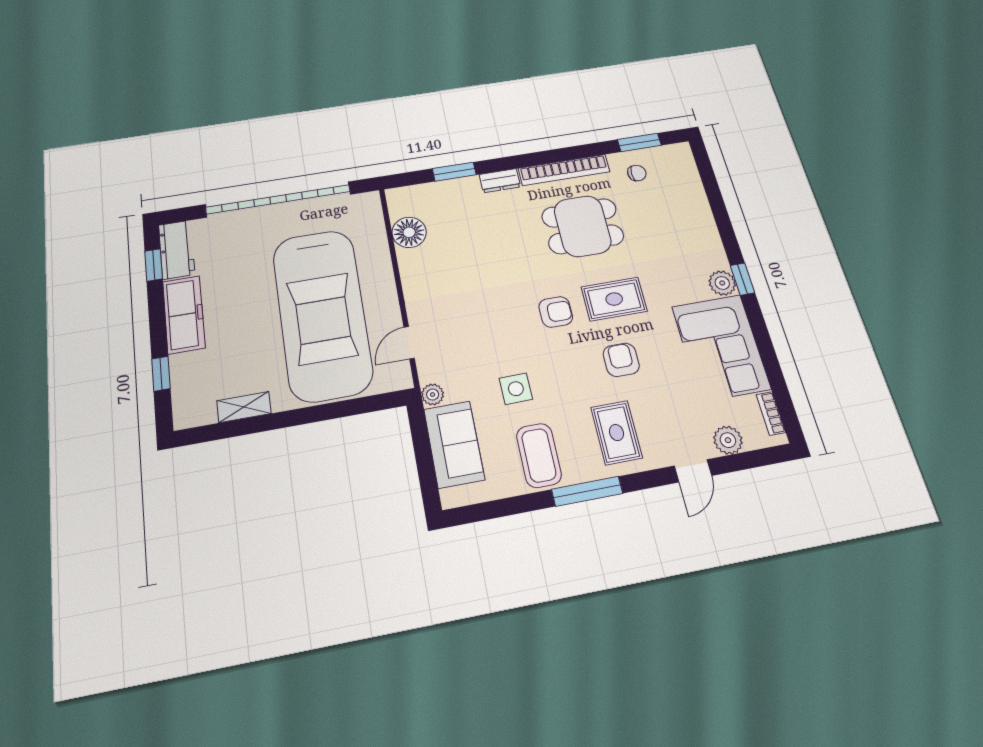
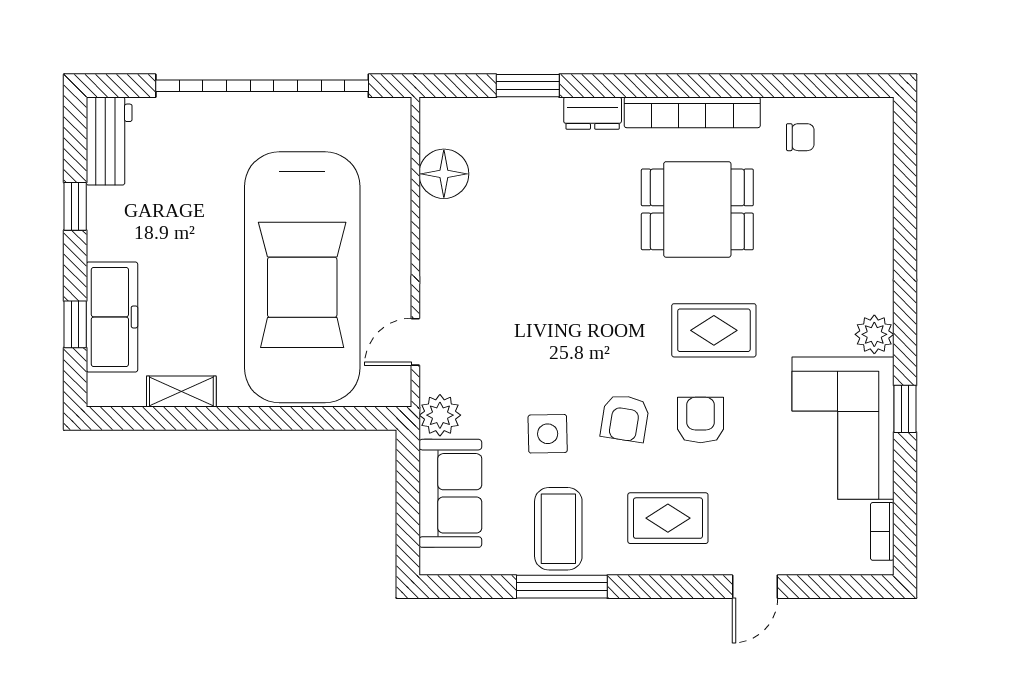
window: (639, 142) -> (818, 86), removed
window: (154, 265) -> (75, 206), moved
window: (742, 279) -> (905, 409), moved
armchair: (556, 312) -> (625, 418), moved, turned 99
freezer: (184, 314) -> (112, 317), moved
plant: (433, 394) -> (440, 415), width x1.38, depth x1.38
rug: (616, 433) -> (668, 518), turned 90
plant: (728, 440) -> (813, 556), removed
window: (587, 491) -> (562, 587), moved

